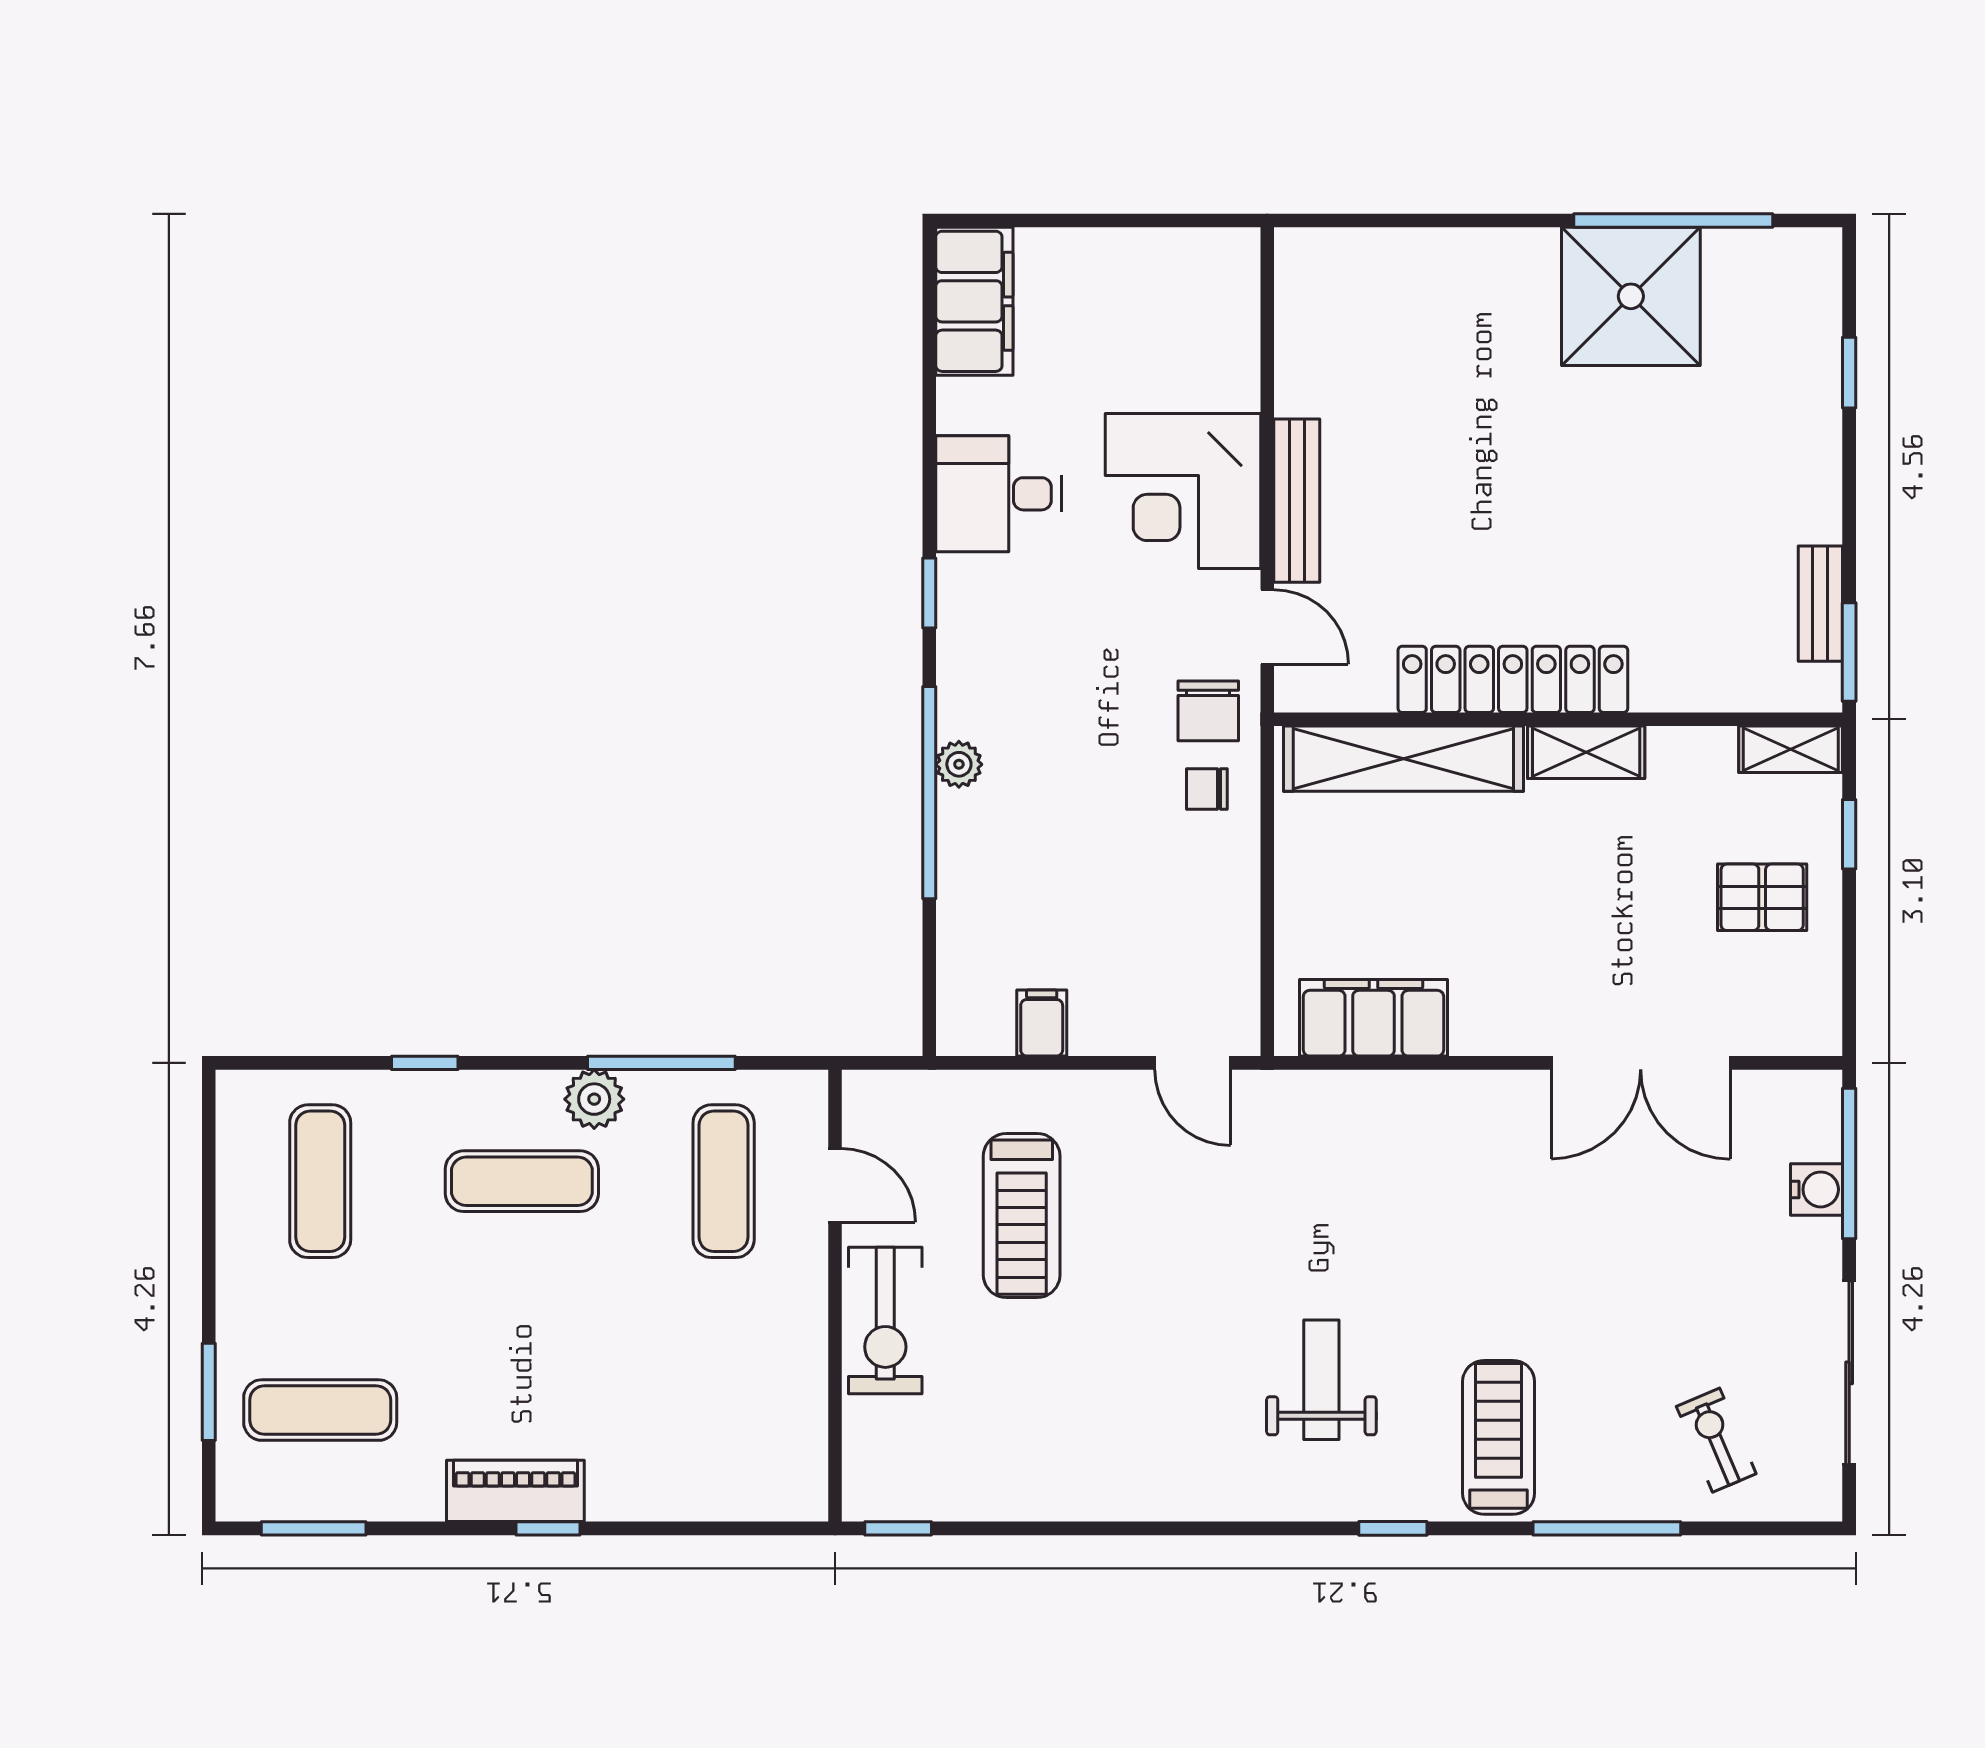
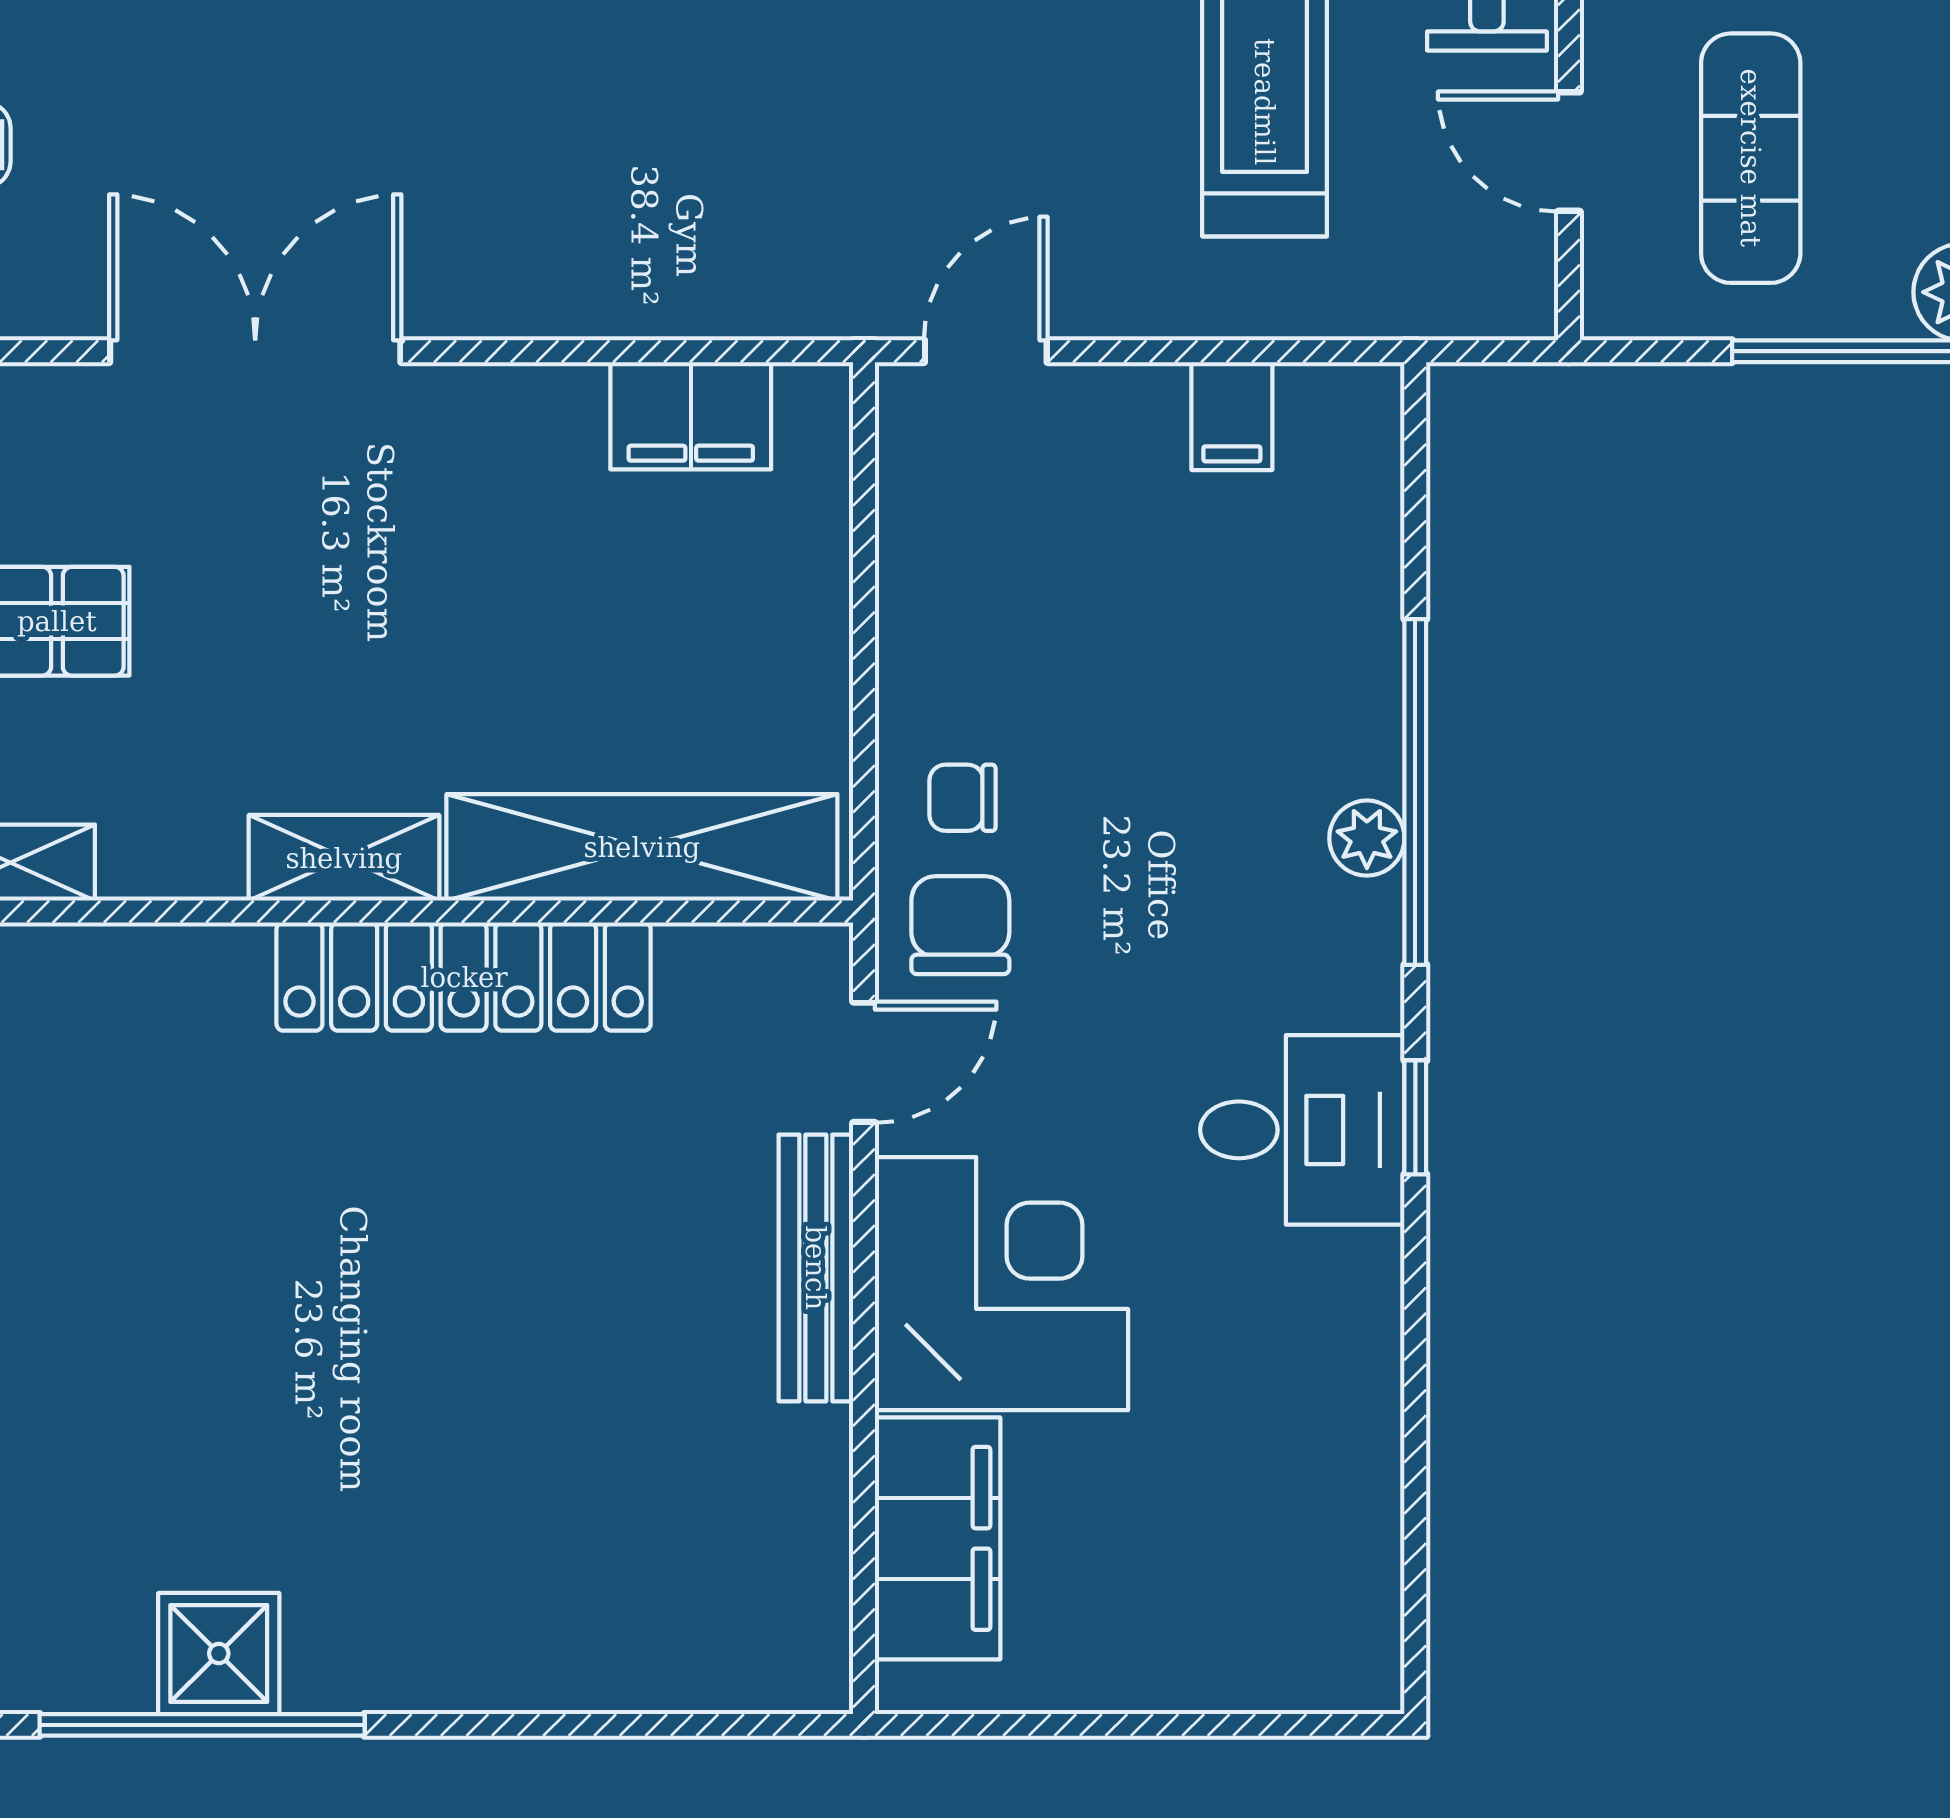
shower: (1631, 296) -> (219, 1654), width x0.54, depth x0.54
filing cabinet: (974, 301) -> (938, 1538), moved, turned 180
desk: (999, 494) -> (1302, 1130), moved
door: (1267, 627) -> (864, 1062), swing flipped
chair: (1207, 789) -> (963, 798), turned 180
filing cabinet: (1373, 1018) -> (691, 416), width x0.67, depth x0.86
door: (1193, 1063) -> (986, 351), hinge flipped

